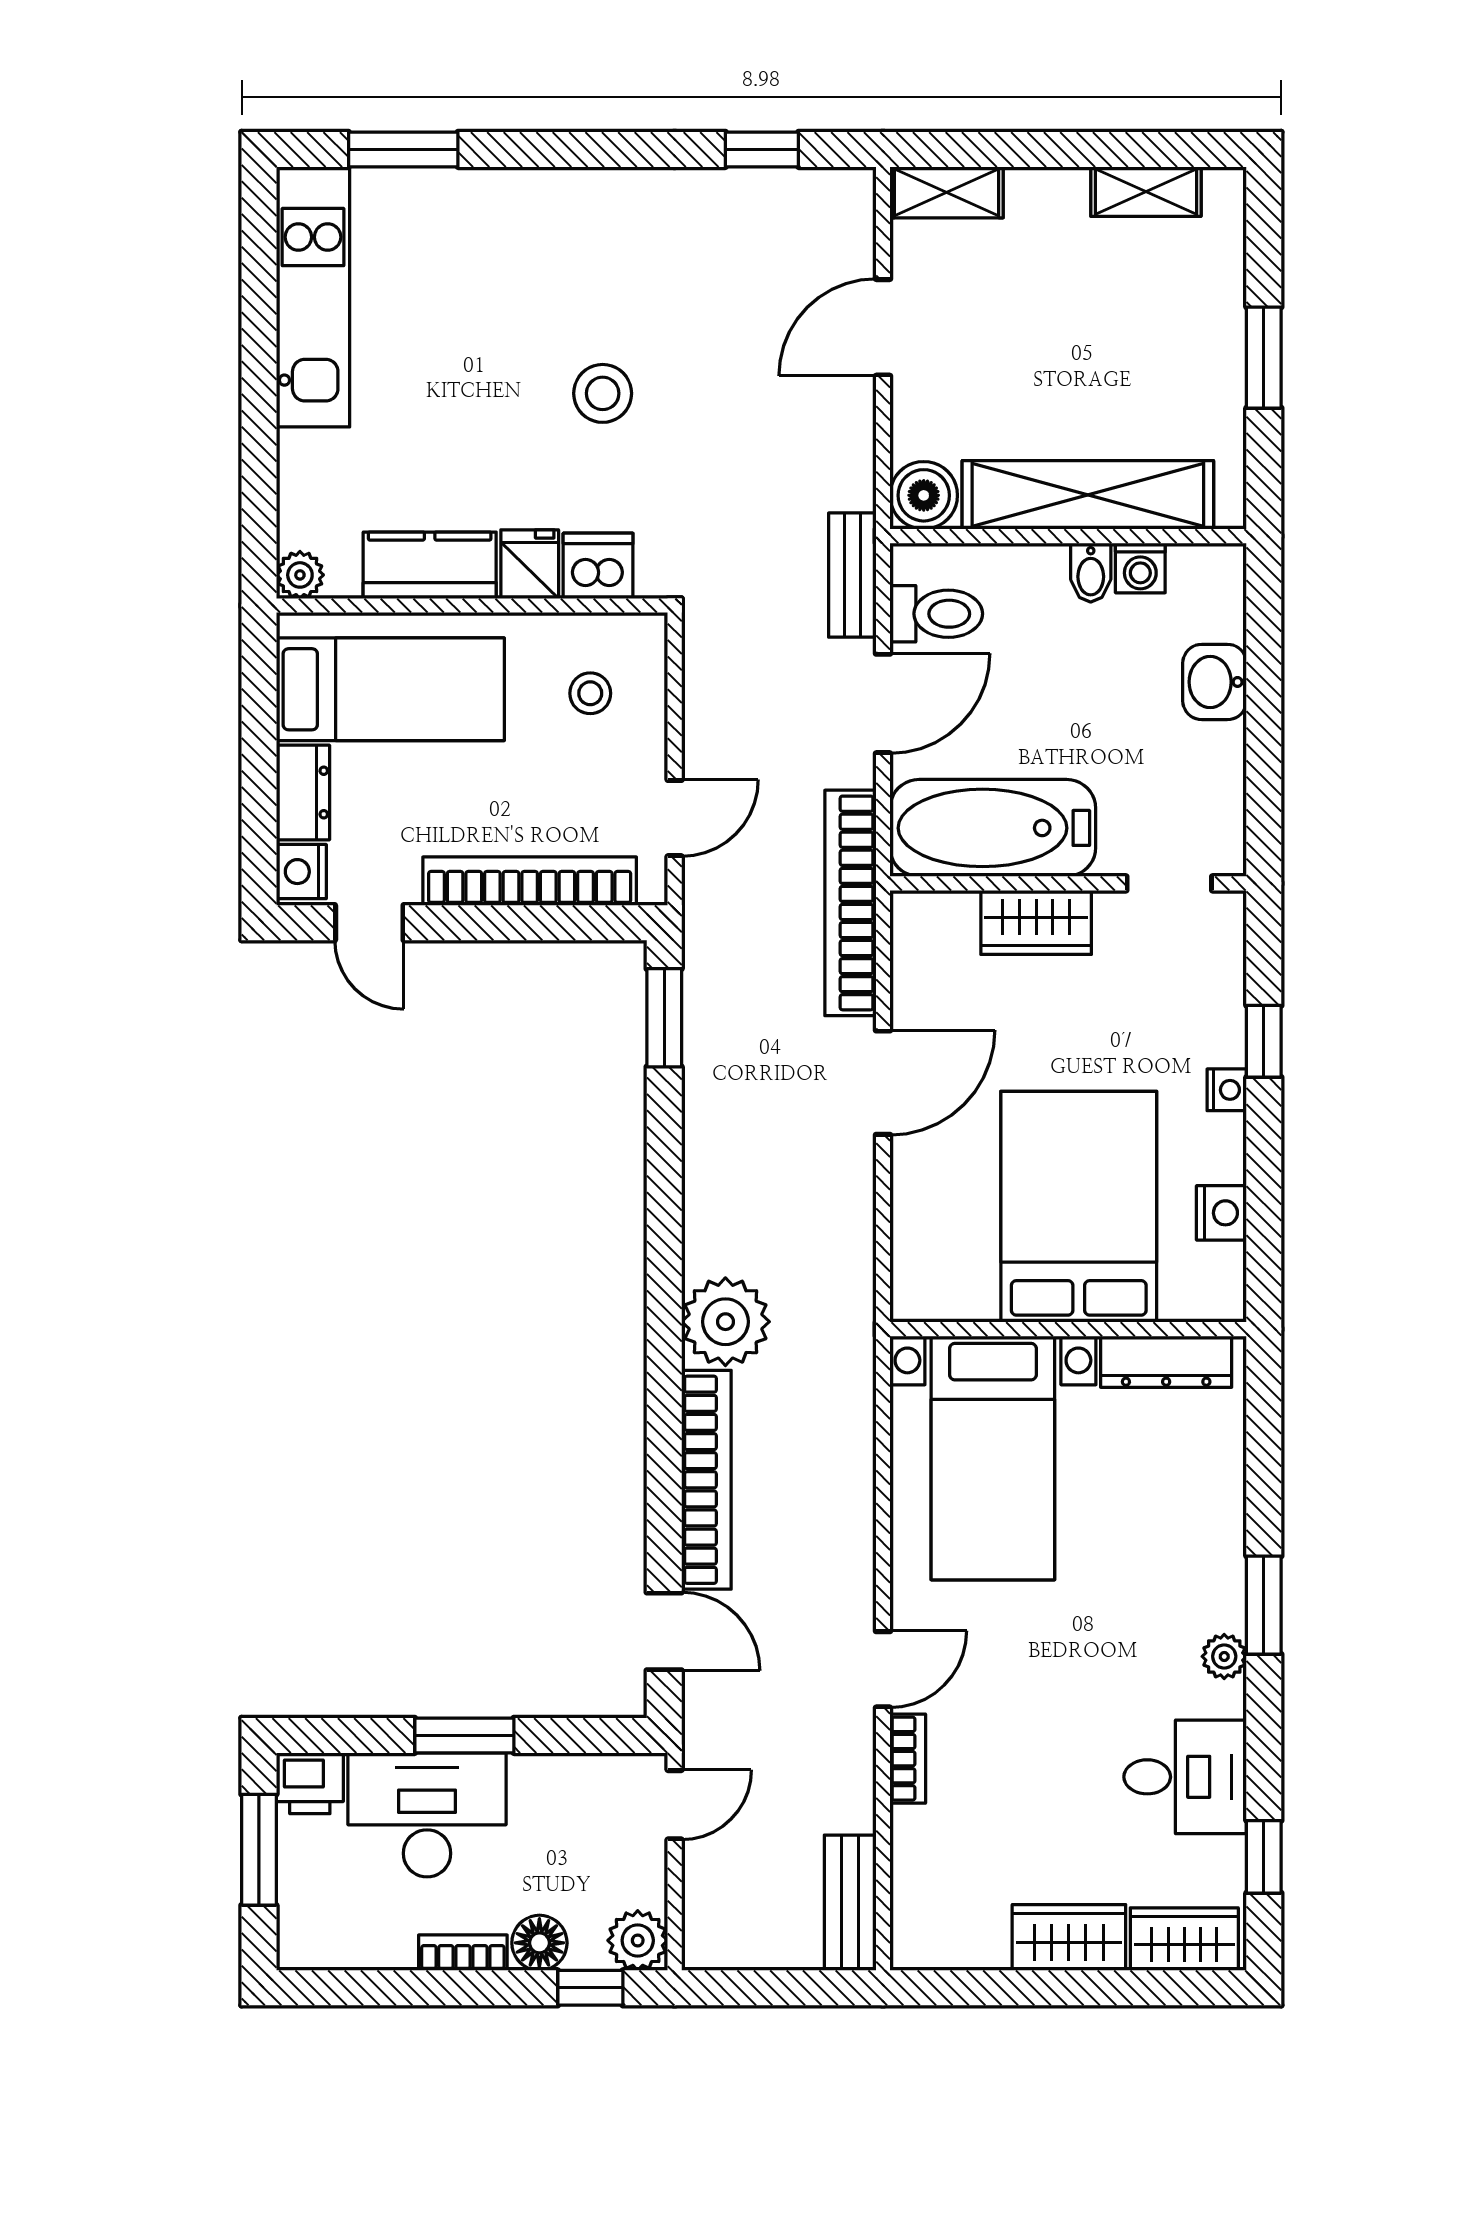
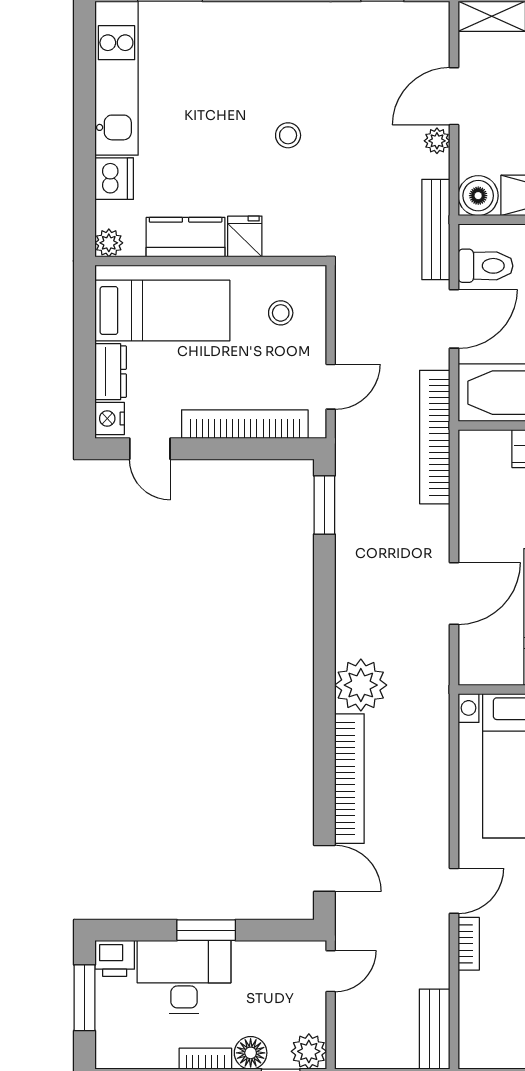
stool: (603, 393) -> (288, 135), width x0.73, depth x0.73
plant: (854, 403) -> (437, 141), added
dishwasher: (598, 566) -> (114, 179), moved, turned 90
bench: (852, 575) -> (436, 229), width x1.36
door: (883, 1083) -> (454, 593), moved

